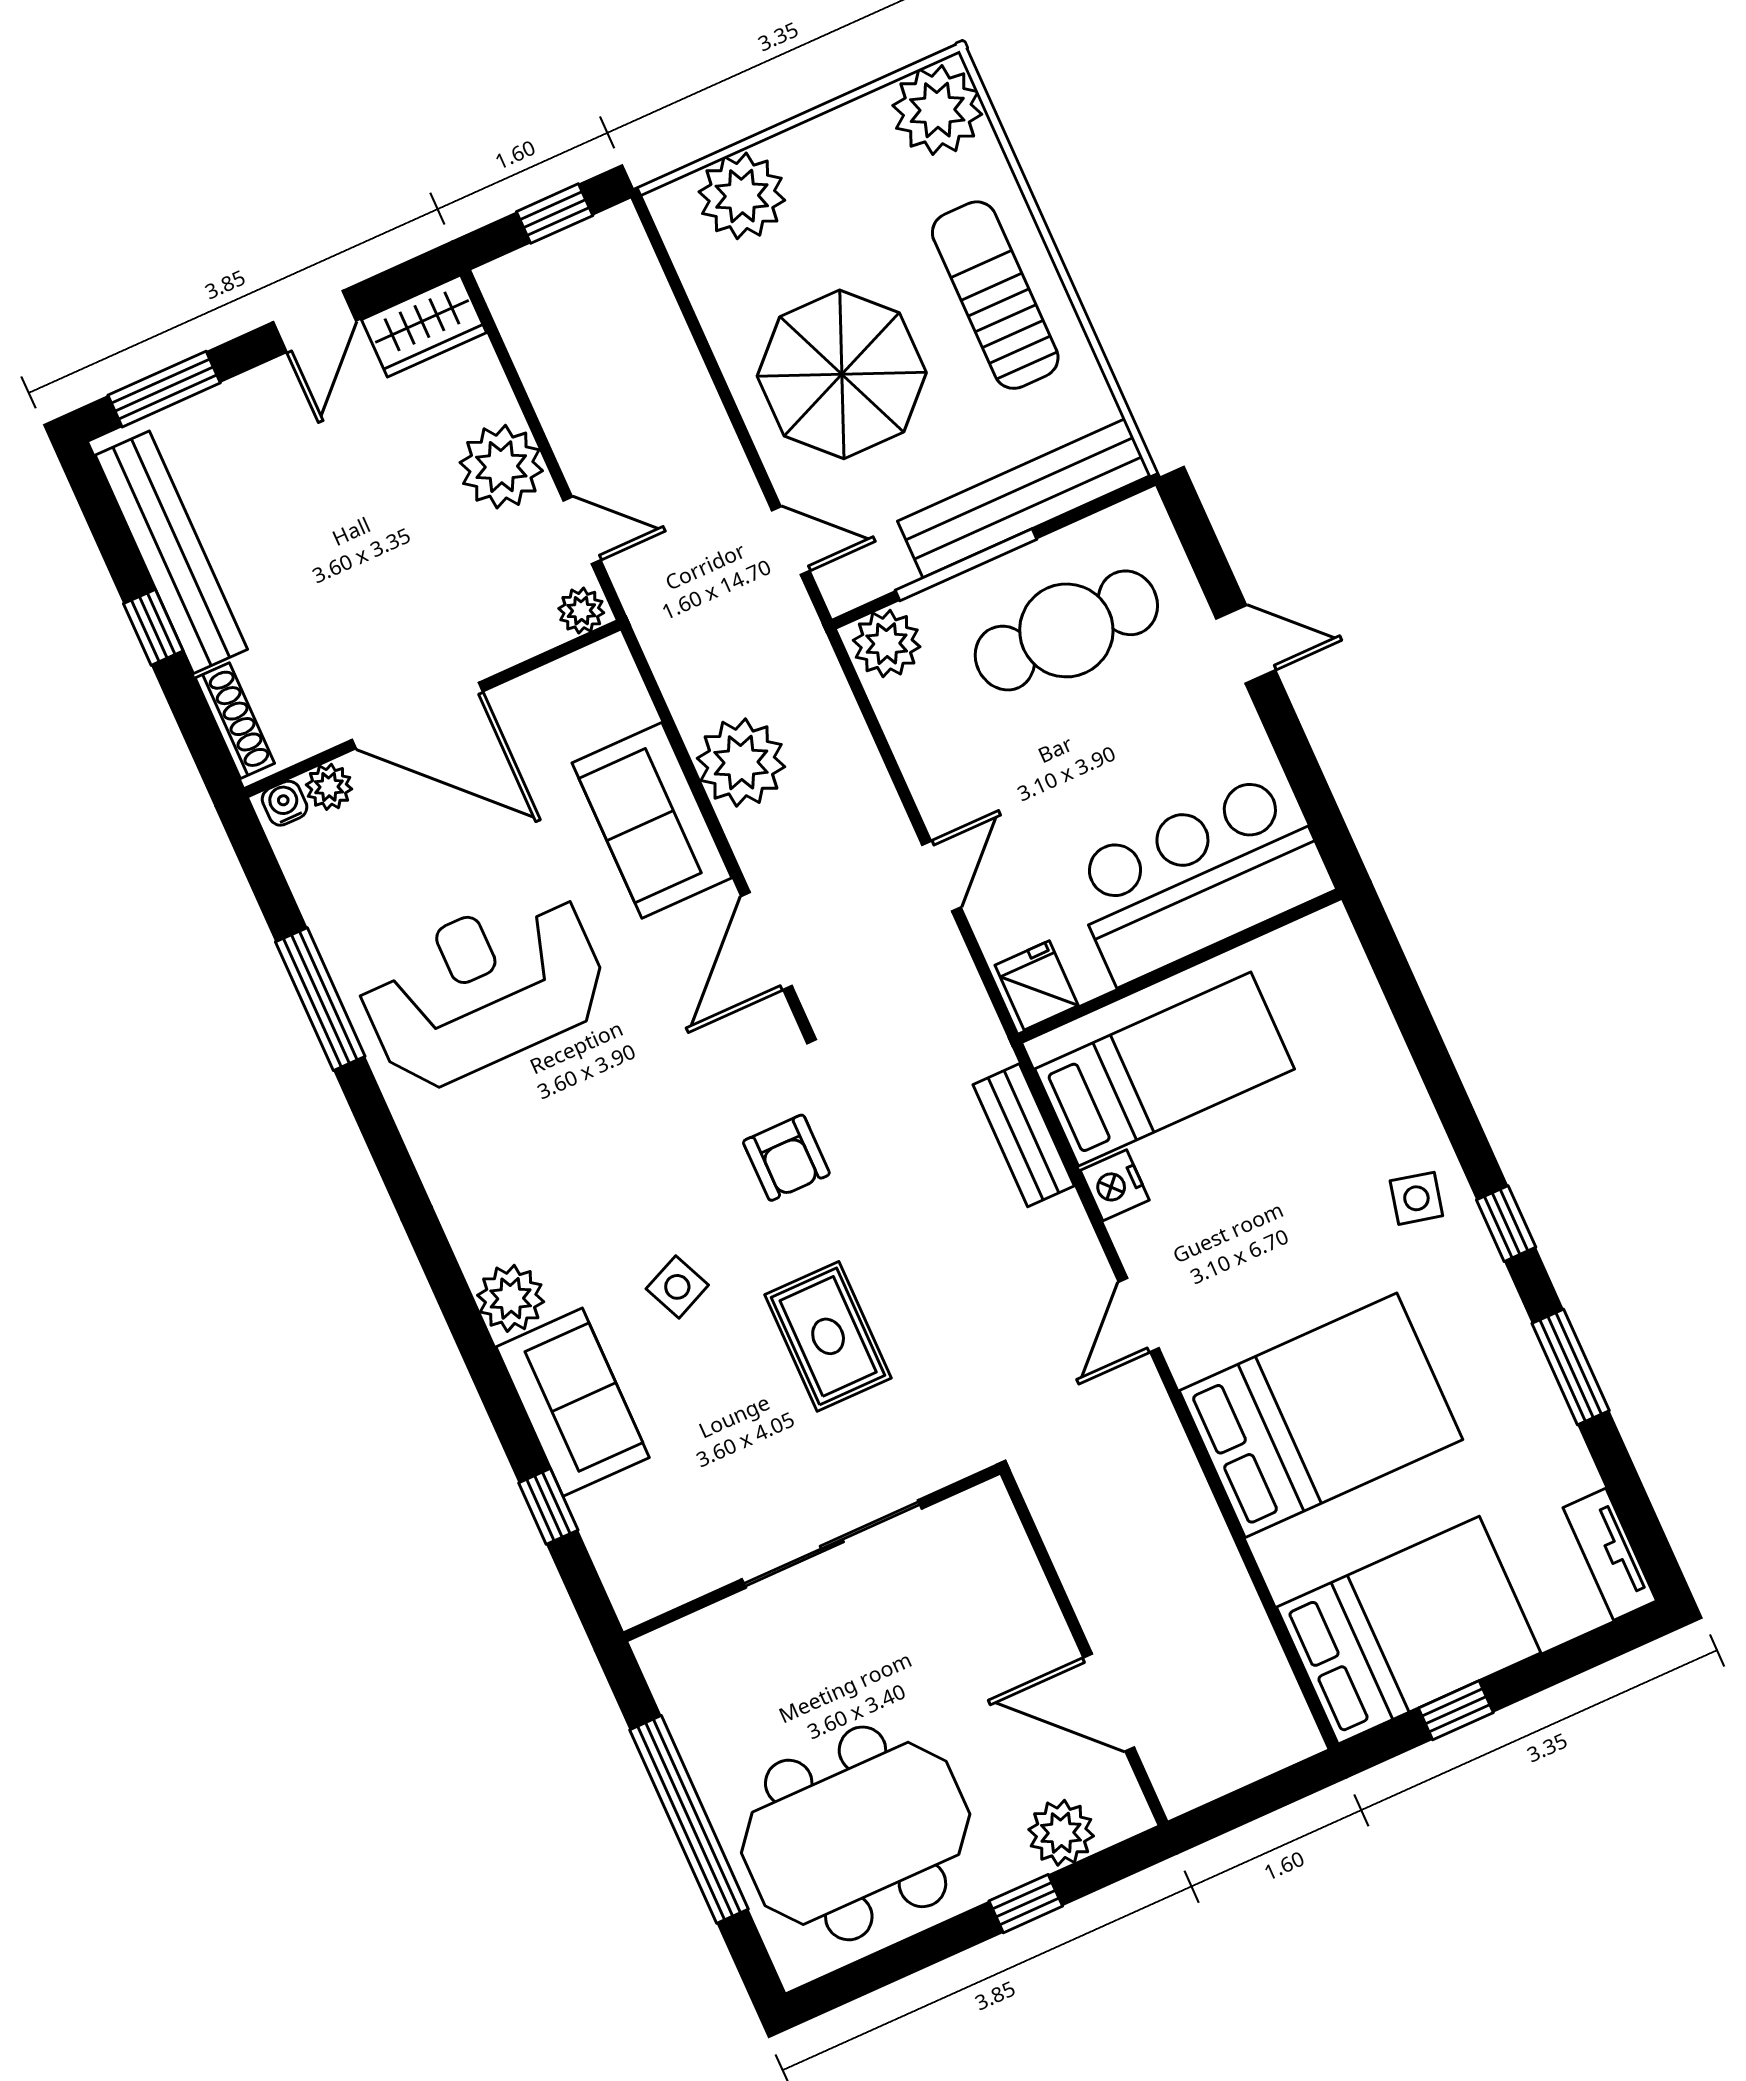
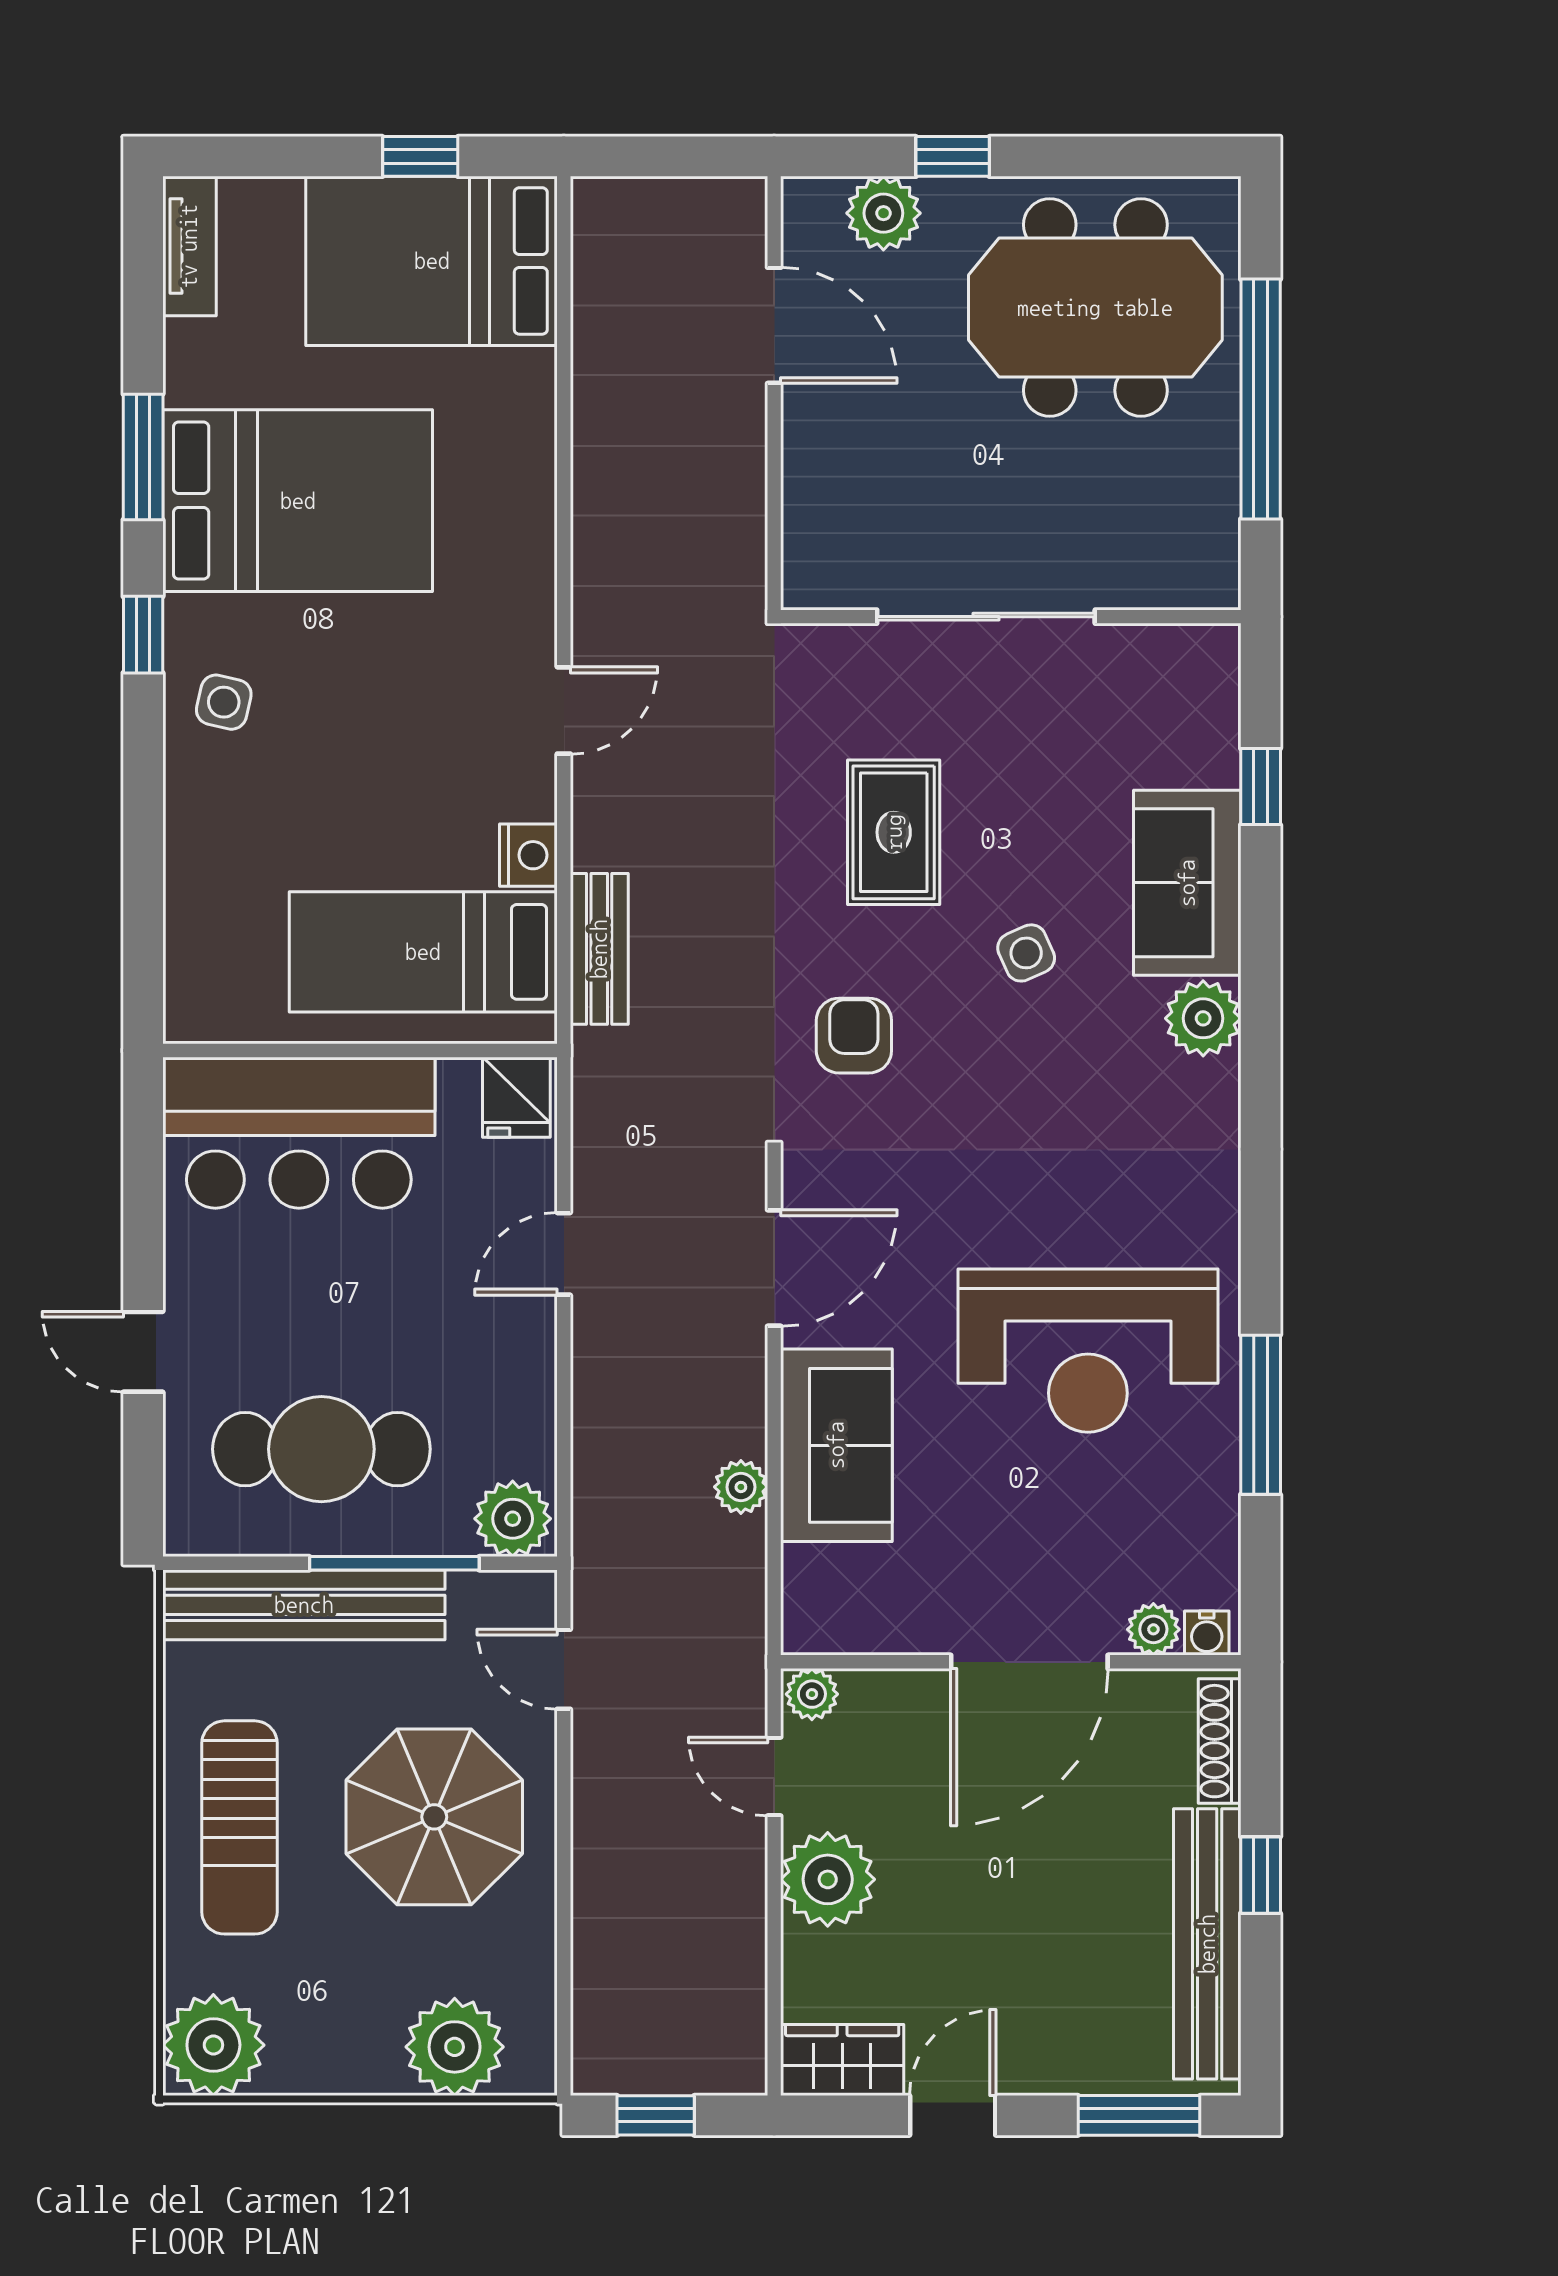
door: (417, 716) -> (1029, 1662), swing flipped
plant: (741, 762) -> (741, 1487), width x0.53, depth x0.53
bed: (1321, 1415) -> (298, 501), moved, turned 180

